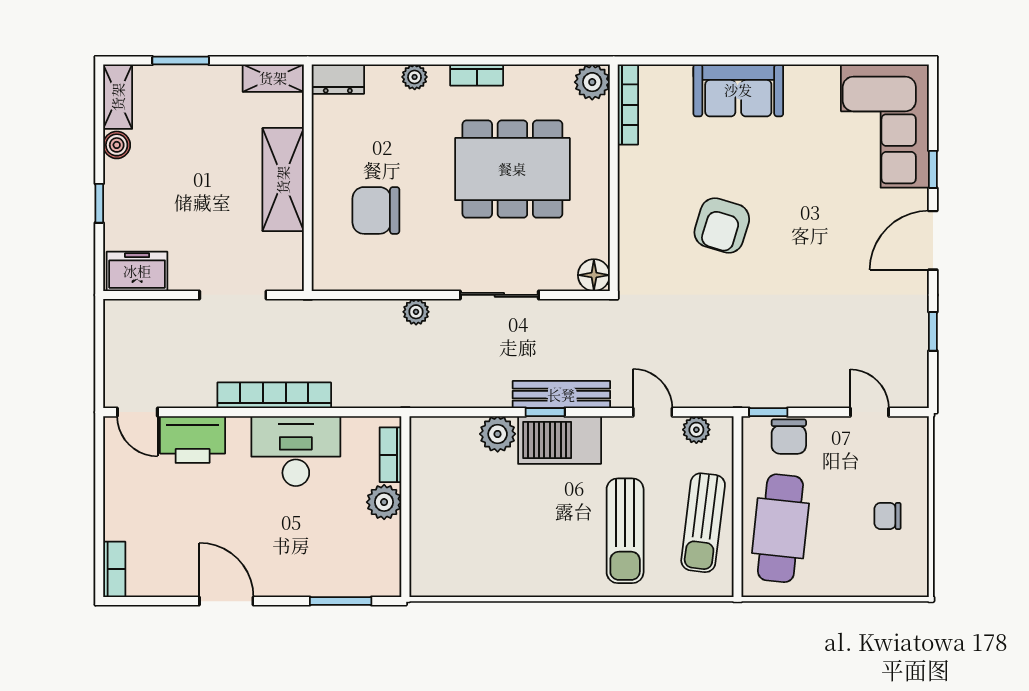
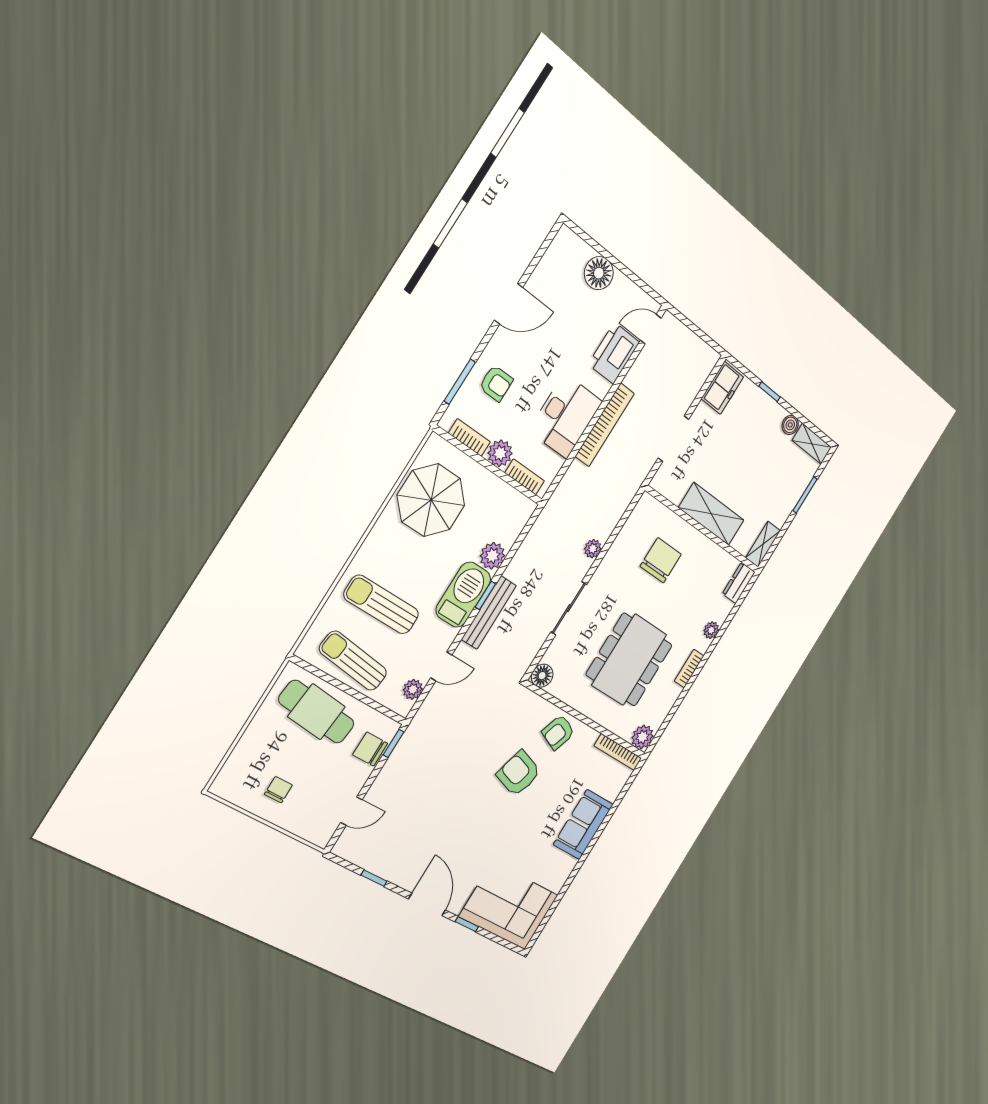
armchair: (647, 206) -> (558, 732), added
floor lamp: (124, 518) -> (599, 273), added
parasol: (482, 549) -> (431, 500), added
armchair: (315, 558) -> (496, 383), added
bookcase: (114, 569) -> (469, 438), moved, turned 180

